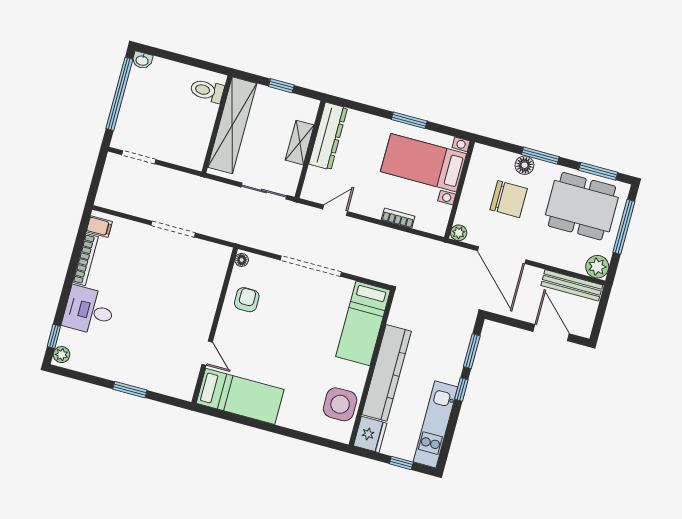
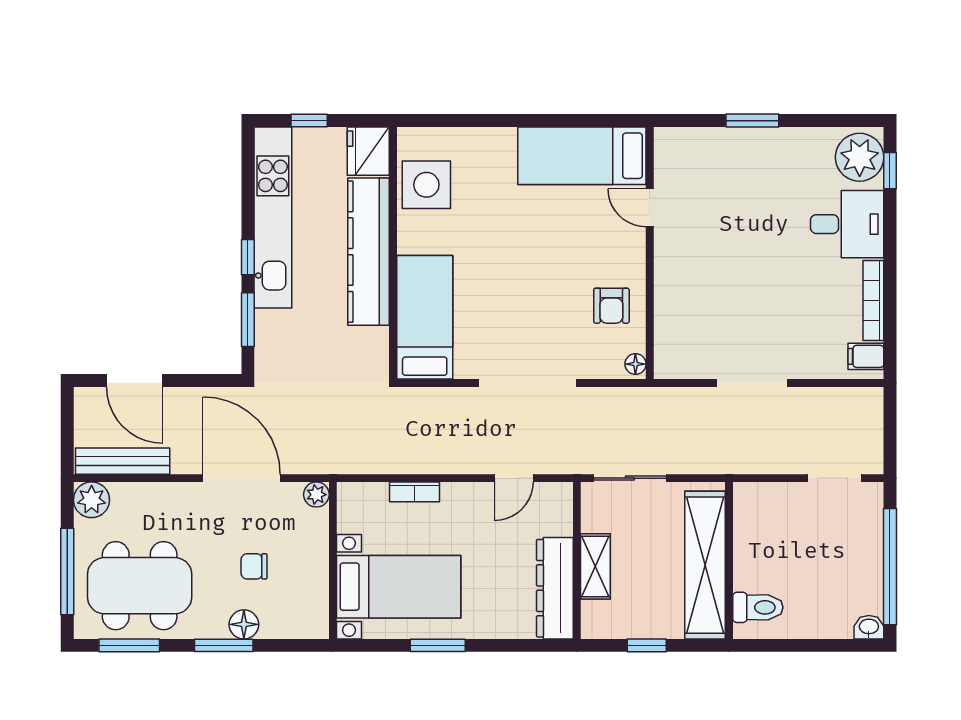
chair: (509, 199) -> (254, 566), width x0.54, depth x0.54
plant: (62, 355) -> (860, 157), width x1.88, depth x1.88
kitchen unit: (435, 424) -> (273, 218), width x1.36

